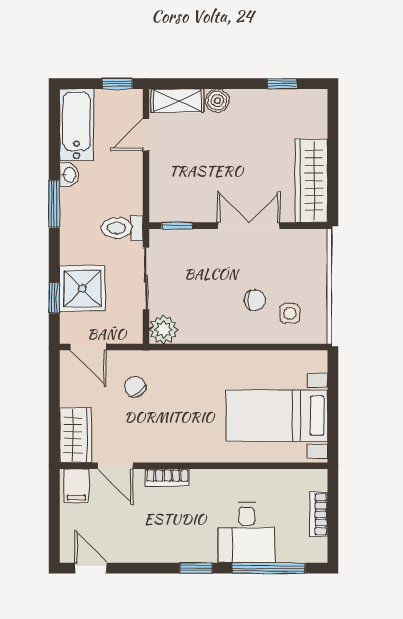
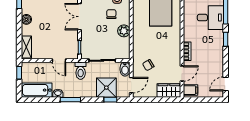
boiler: (217, 101) -> (26, 19), moved
door: (146, 135) -> (59, 60), moved
plant: (164, 329) -> (124, 31), moved
bidet: (126, 332) -> (125, 69), added

